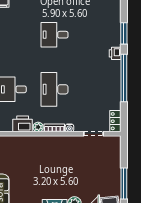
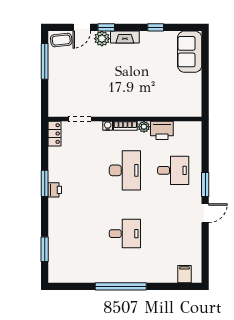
window: (124, 33) -> (45, 249), moved
printer: (115, 53) -> (55, 190), moved
window: (124, 78) -> (45, 183), width x0.47

